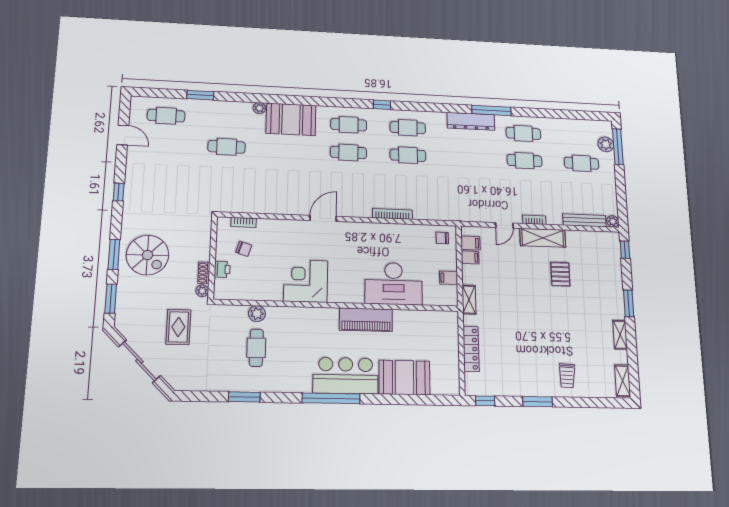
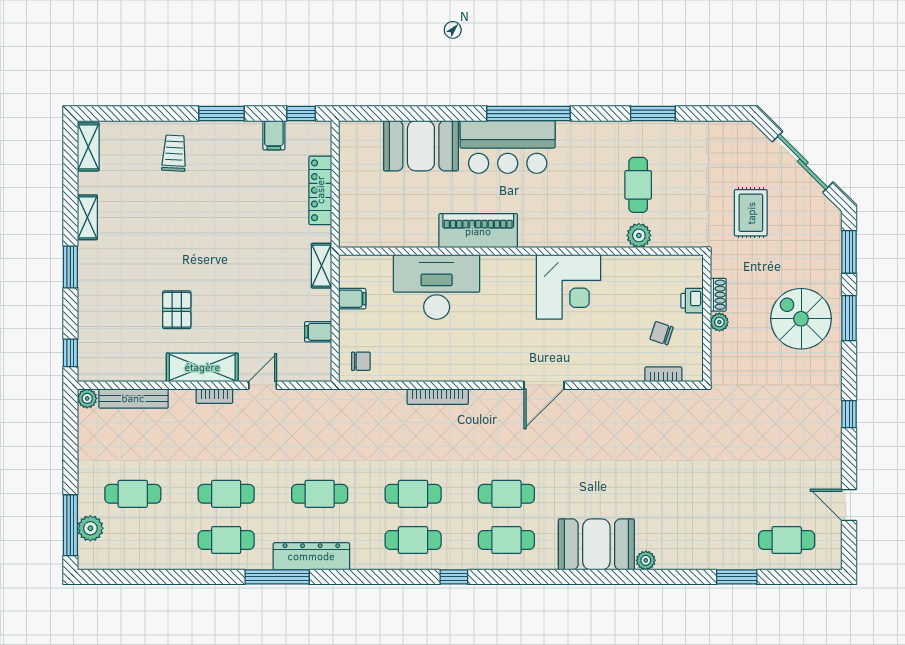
cafe table: (227, 147) -> (320, 494), moved
filing cabinet: (471, 243) -> (274, 135), moved, turned -90
plant: (202, 291) -> (719, 322), moved

